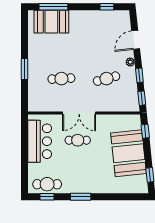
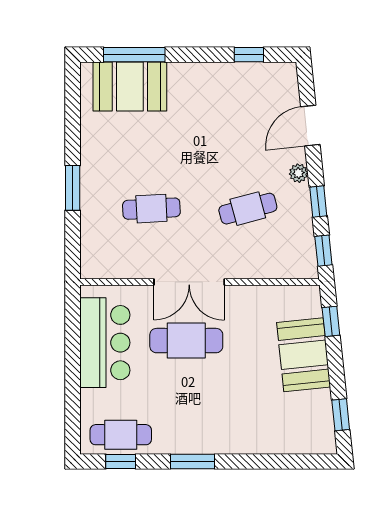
cafe table: (78, 140) -> (186, 341), width x1.37, depth x1.35
booth: (129, 153) -> (304, 355), width x0.73, depth x0.70

